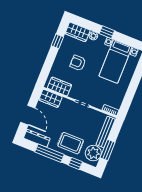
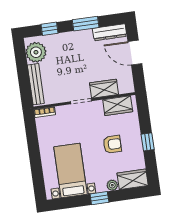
window: (57, 41) -> (148, 142), moved
wardrobe: (51, 98) -> (104, 89), moved
rug: (71, 143) -> (68, 49), removed
window: (108, 150) -> (22, 65), removed
window: (49, 153) -> (86, 24), width x0.69

